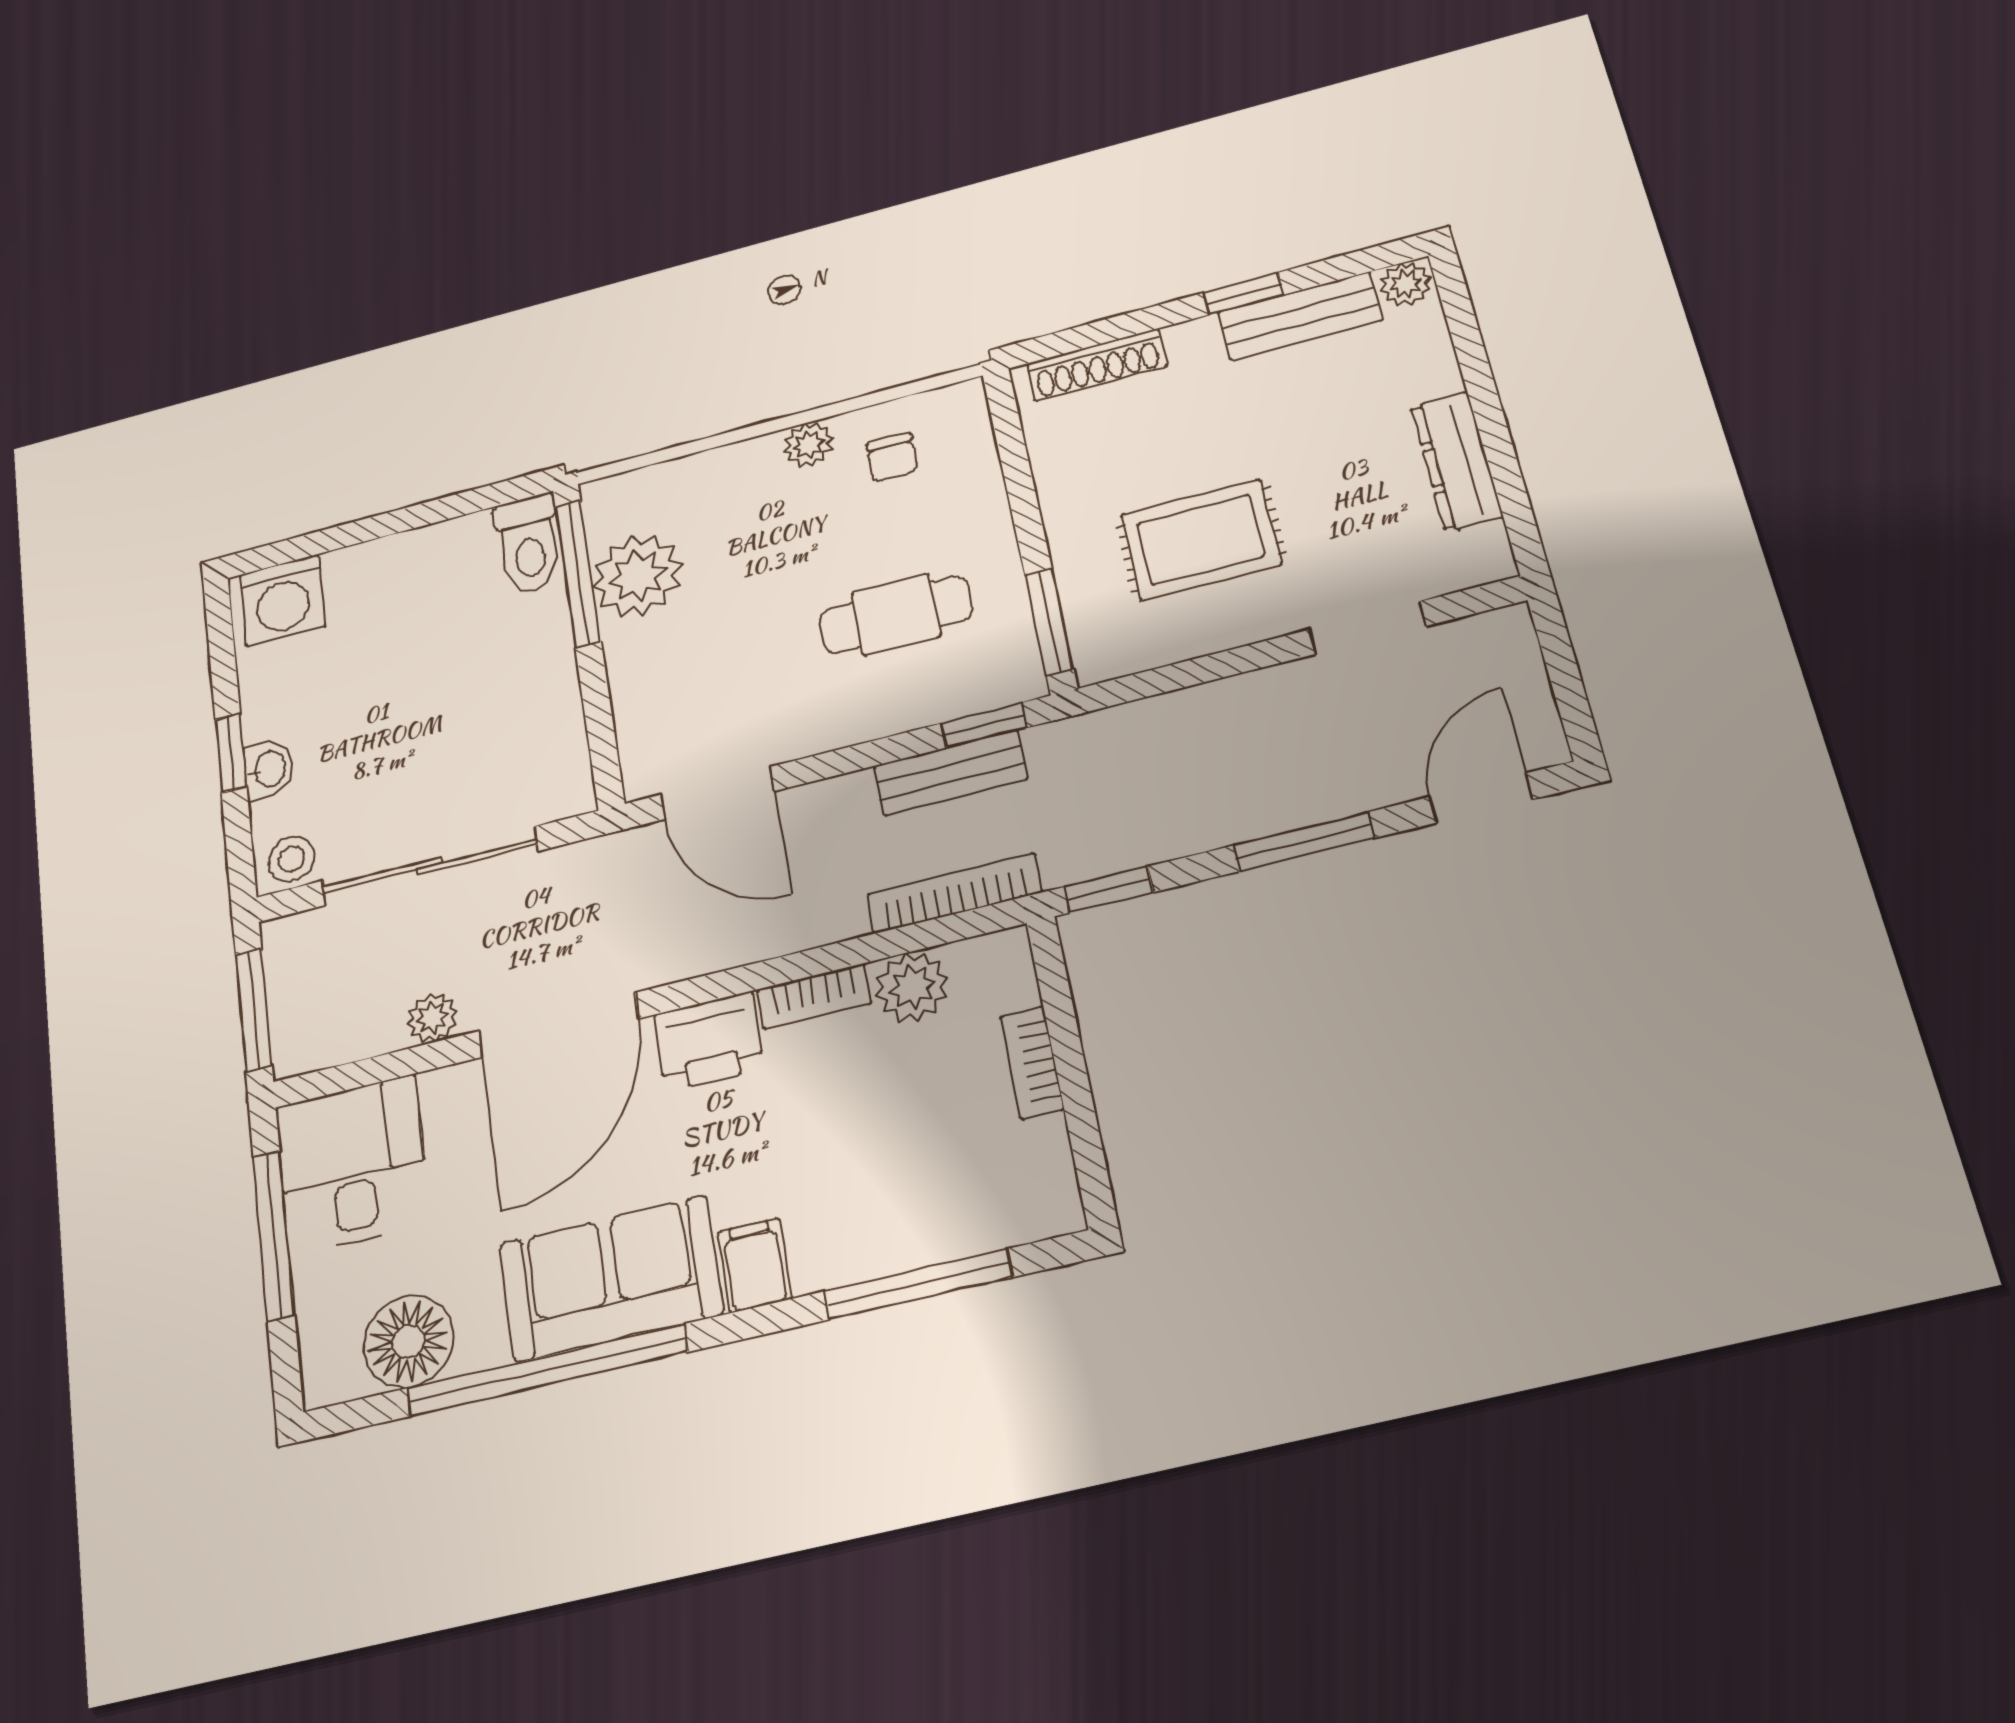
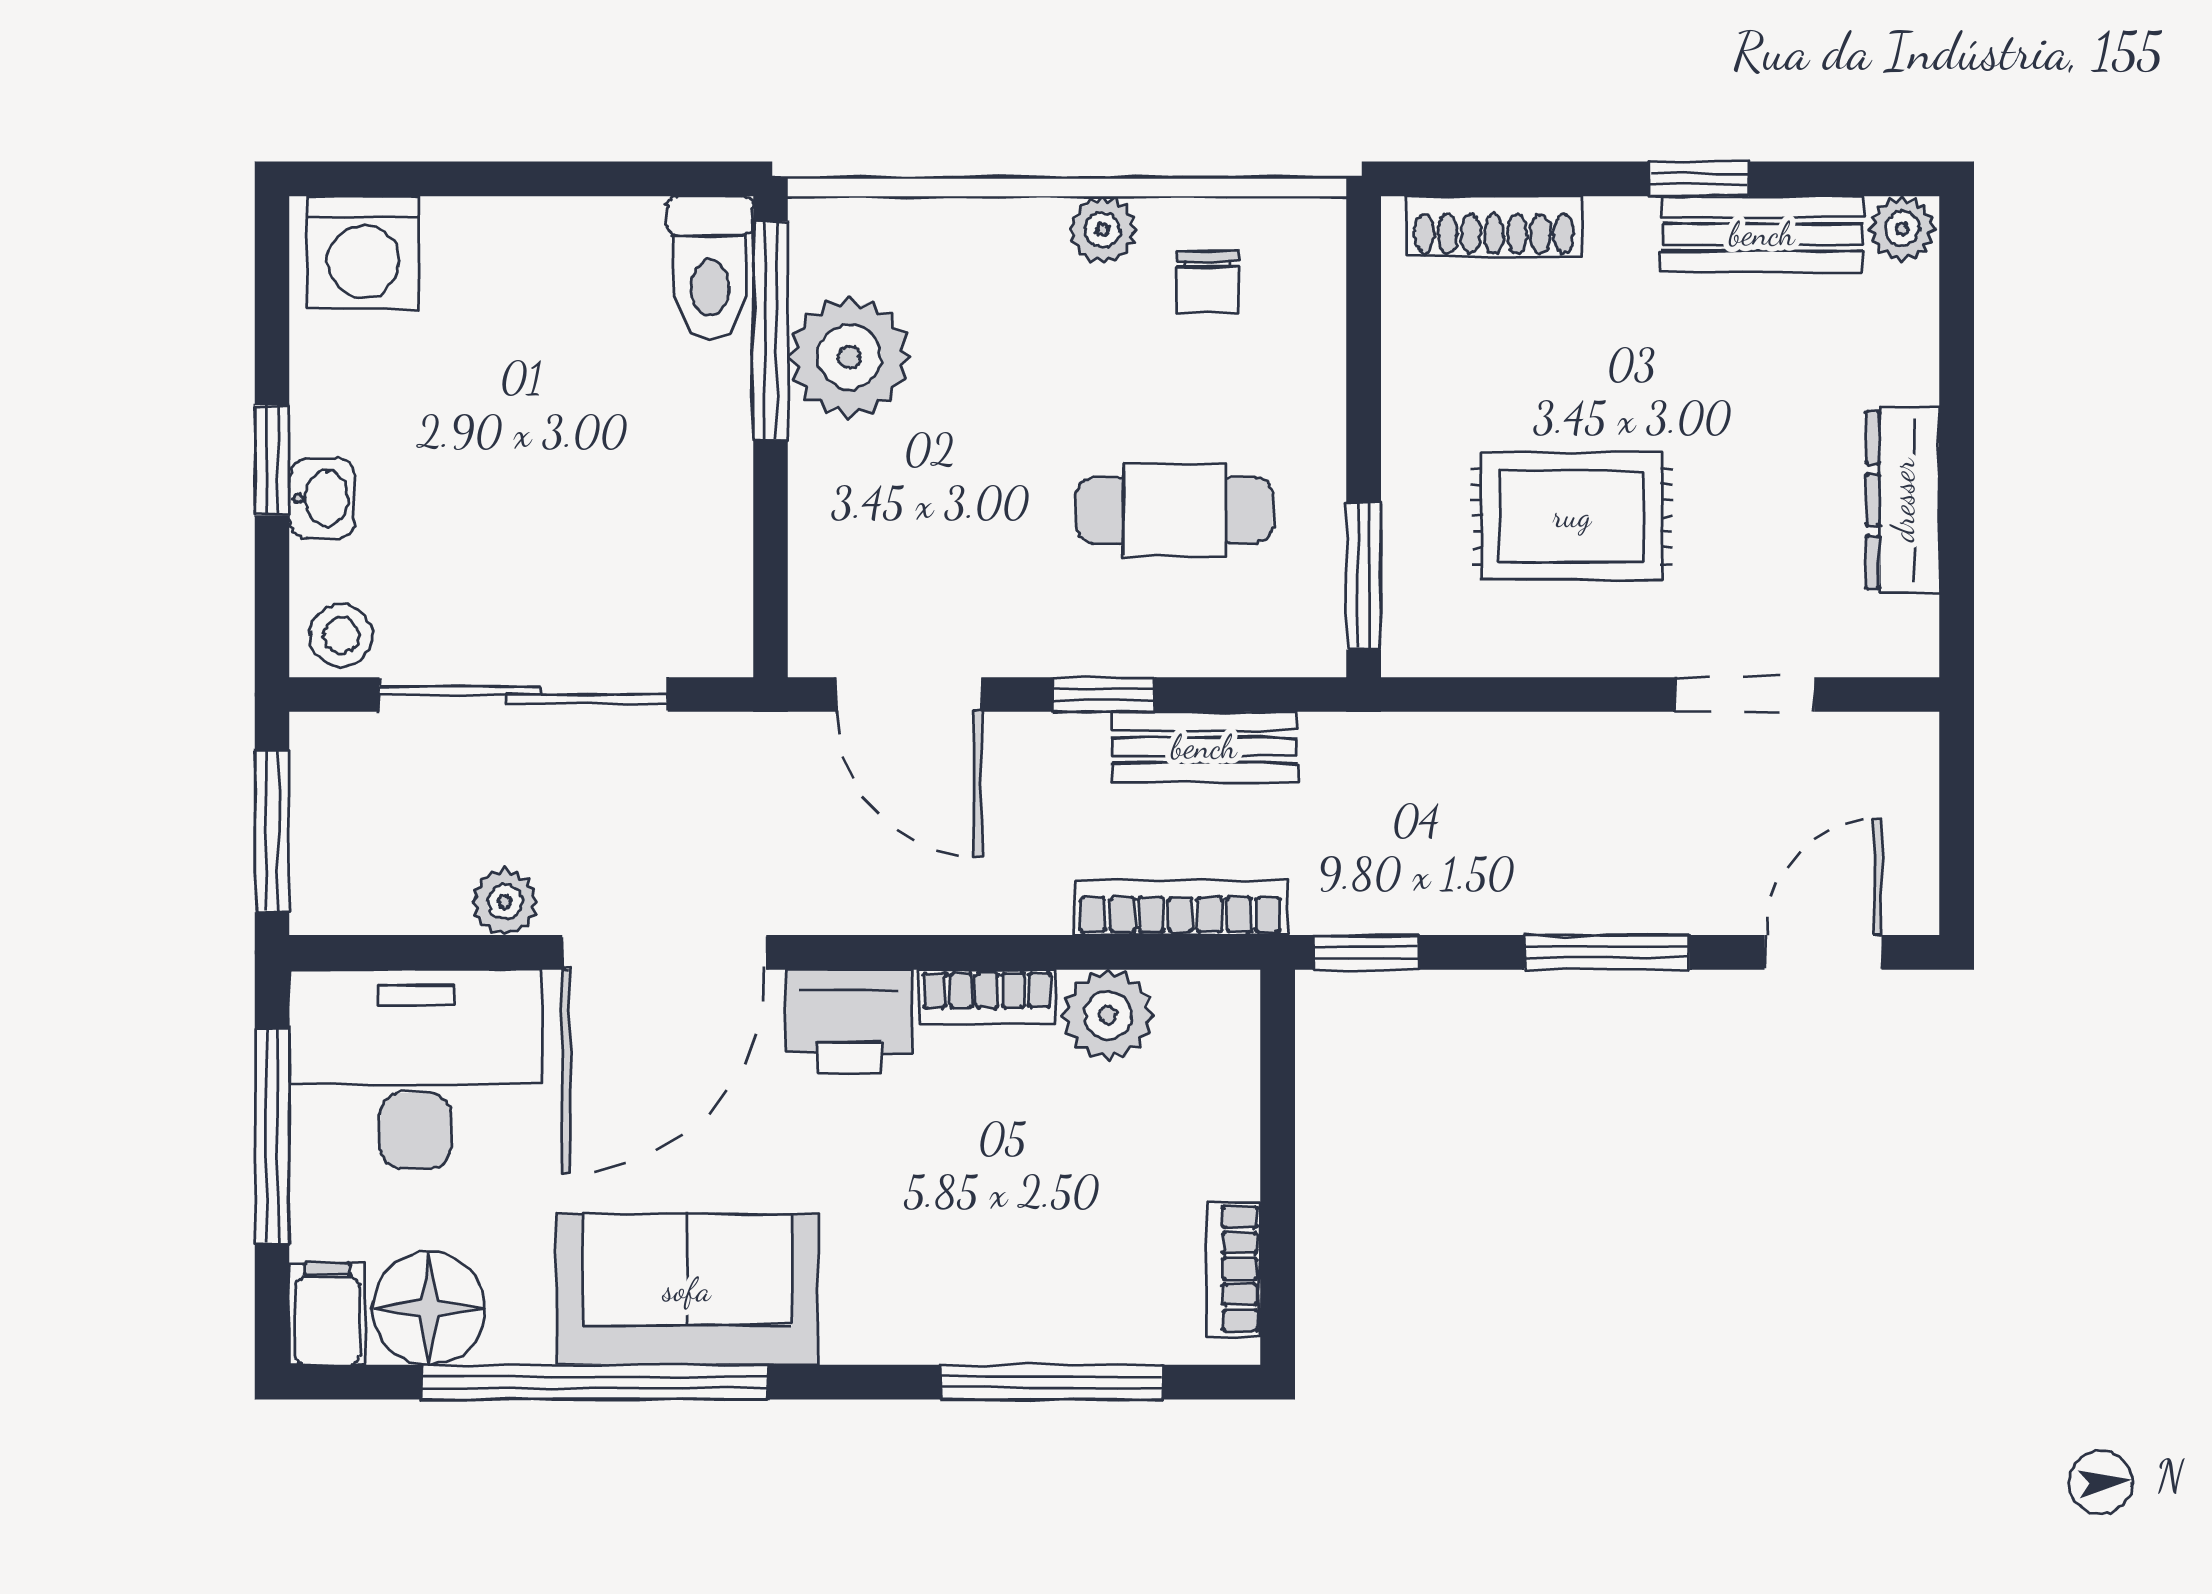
window: (984, 725) -> (1104, 695), moved
bookcase: (1032, 1063) -> (1234, 1269), moved
desk: (352, 1165) -> (416, 1069), width x1.37
filing cabinet: (754, 1265) -> (327, 1314), moved

